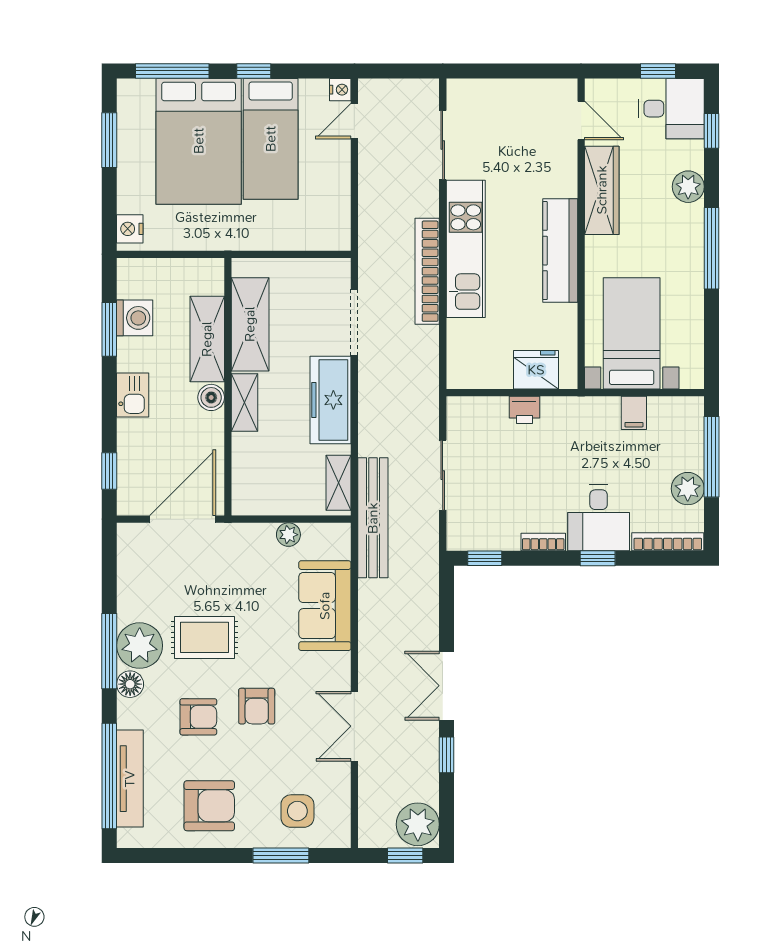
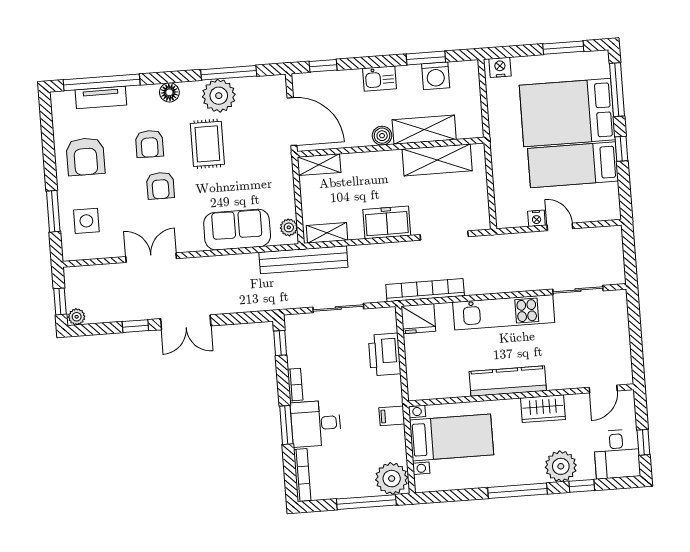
nightstand: (340, 90) -> (536, 218), moved
door: (354, 121) -> (560, 227), moved
window: (711, 131) -> (582, 486), moved
plant: (688, 187) -> (561, 466), width x1.36, depth x1.36
wardrobe: (602, 190) -> (543, 409), width x0.67
bookcase: (427, 271) -> (425, 290), moved
fridge: (536, 370) -> (418, 319), moved, turned 90
freezer: (331, 400) -> (387, 222), width x0.71
shelving: (244, 402) -> (319, 165), moved
printer: (524, 410) -> (385, 355), width x1.87, depth x1.48
filing cabinet: (634, 413) -> (392, 416), moved
plant: (688, 489) -> (392, 479), moved, width x1.36, depth x1.36
plant: (288, 535) -> (289, 227), moved
window: (598, 558) -> (286, 425), width x1.50
plant: (140, 646) -> (219, 96), moved
window: (109, 651) -> (229, 73), moved
double door: (447, 686) -> (186, 322), swing flipped
armchair: (257, 706) -> (160, 186), turned -90
tv unit: (130, 779) -> (101, 97), width x0.71
plant: (418, 824) -> (77, 317), width x0.53, depth x0.53

